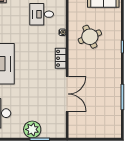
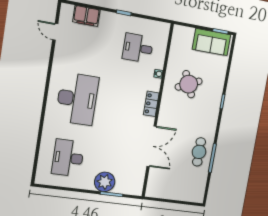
cafe table: (109, 93) -> (199, 152), added

